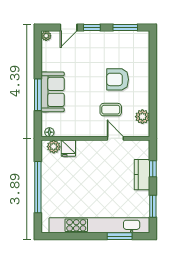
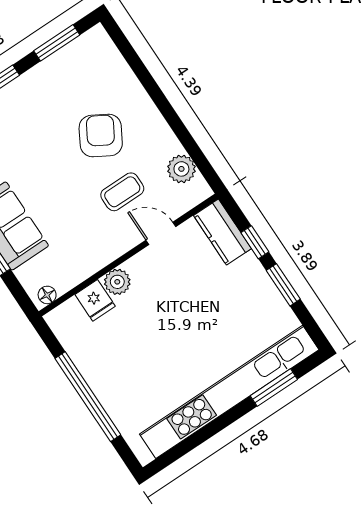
armchair: (118, 79) -> (101, 136), turned 120
plant: (54, 147) -> (117, 282), moved
kitchen counter: (142, 175) -> (222, 232), moved
window: (153, 206) -> (283, 285), moved

